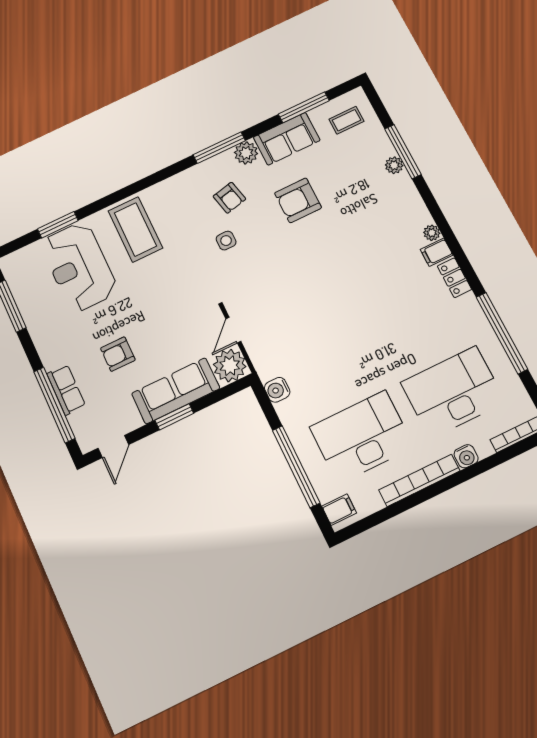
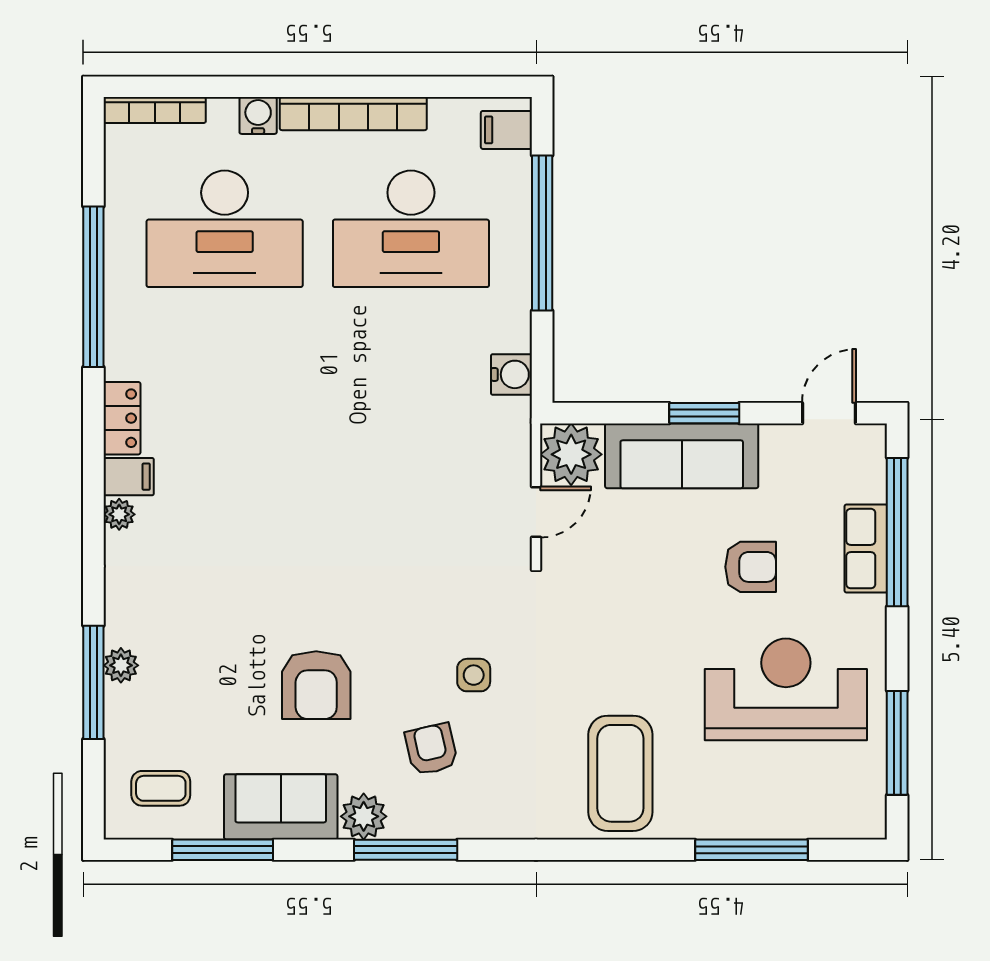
armchair: (298, 200) -> (316, 685), turned 90
window: (58, 225) -> (751, 850), width x1.44
reception desk: (79, 267) -> (786, 689), moved, turned -90

